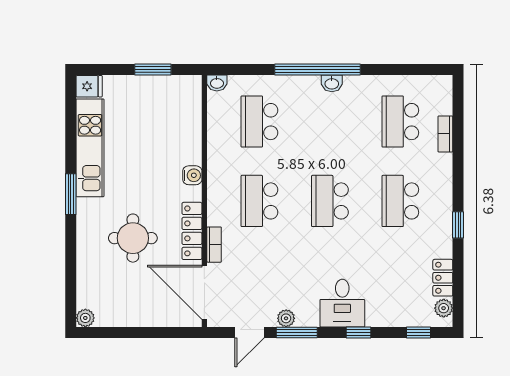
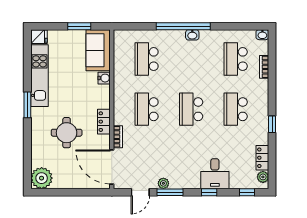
washbasin: (217, 83) -> (262, 35), moved
sofa: (183, 108) -> (98, 50), added
water cooler: (192, 175) -> (104, 78), moved
locker: (192, 231) -> (104, 122), width x0.66
desk: (342, 303) -> (215, 174), moved
plant: (85, 318) -> (42, 178), width x1.88, depth x1.88

